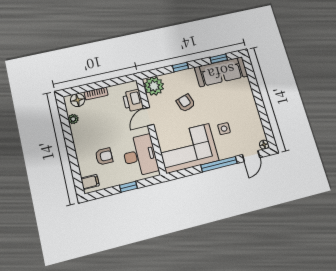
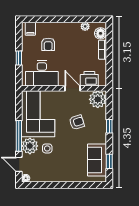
sofa: (221, 72) -> (97, 160), width x0.73
plant: (227, 149) -> (30, 146), added

